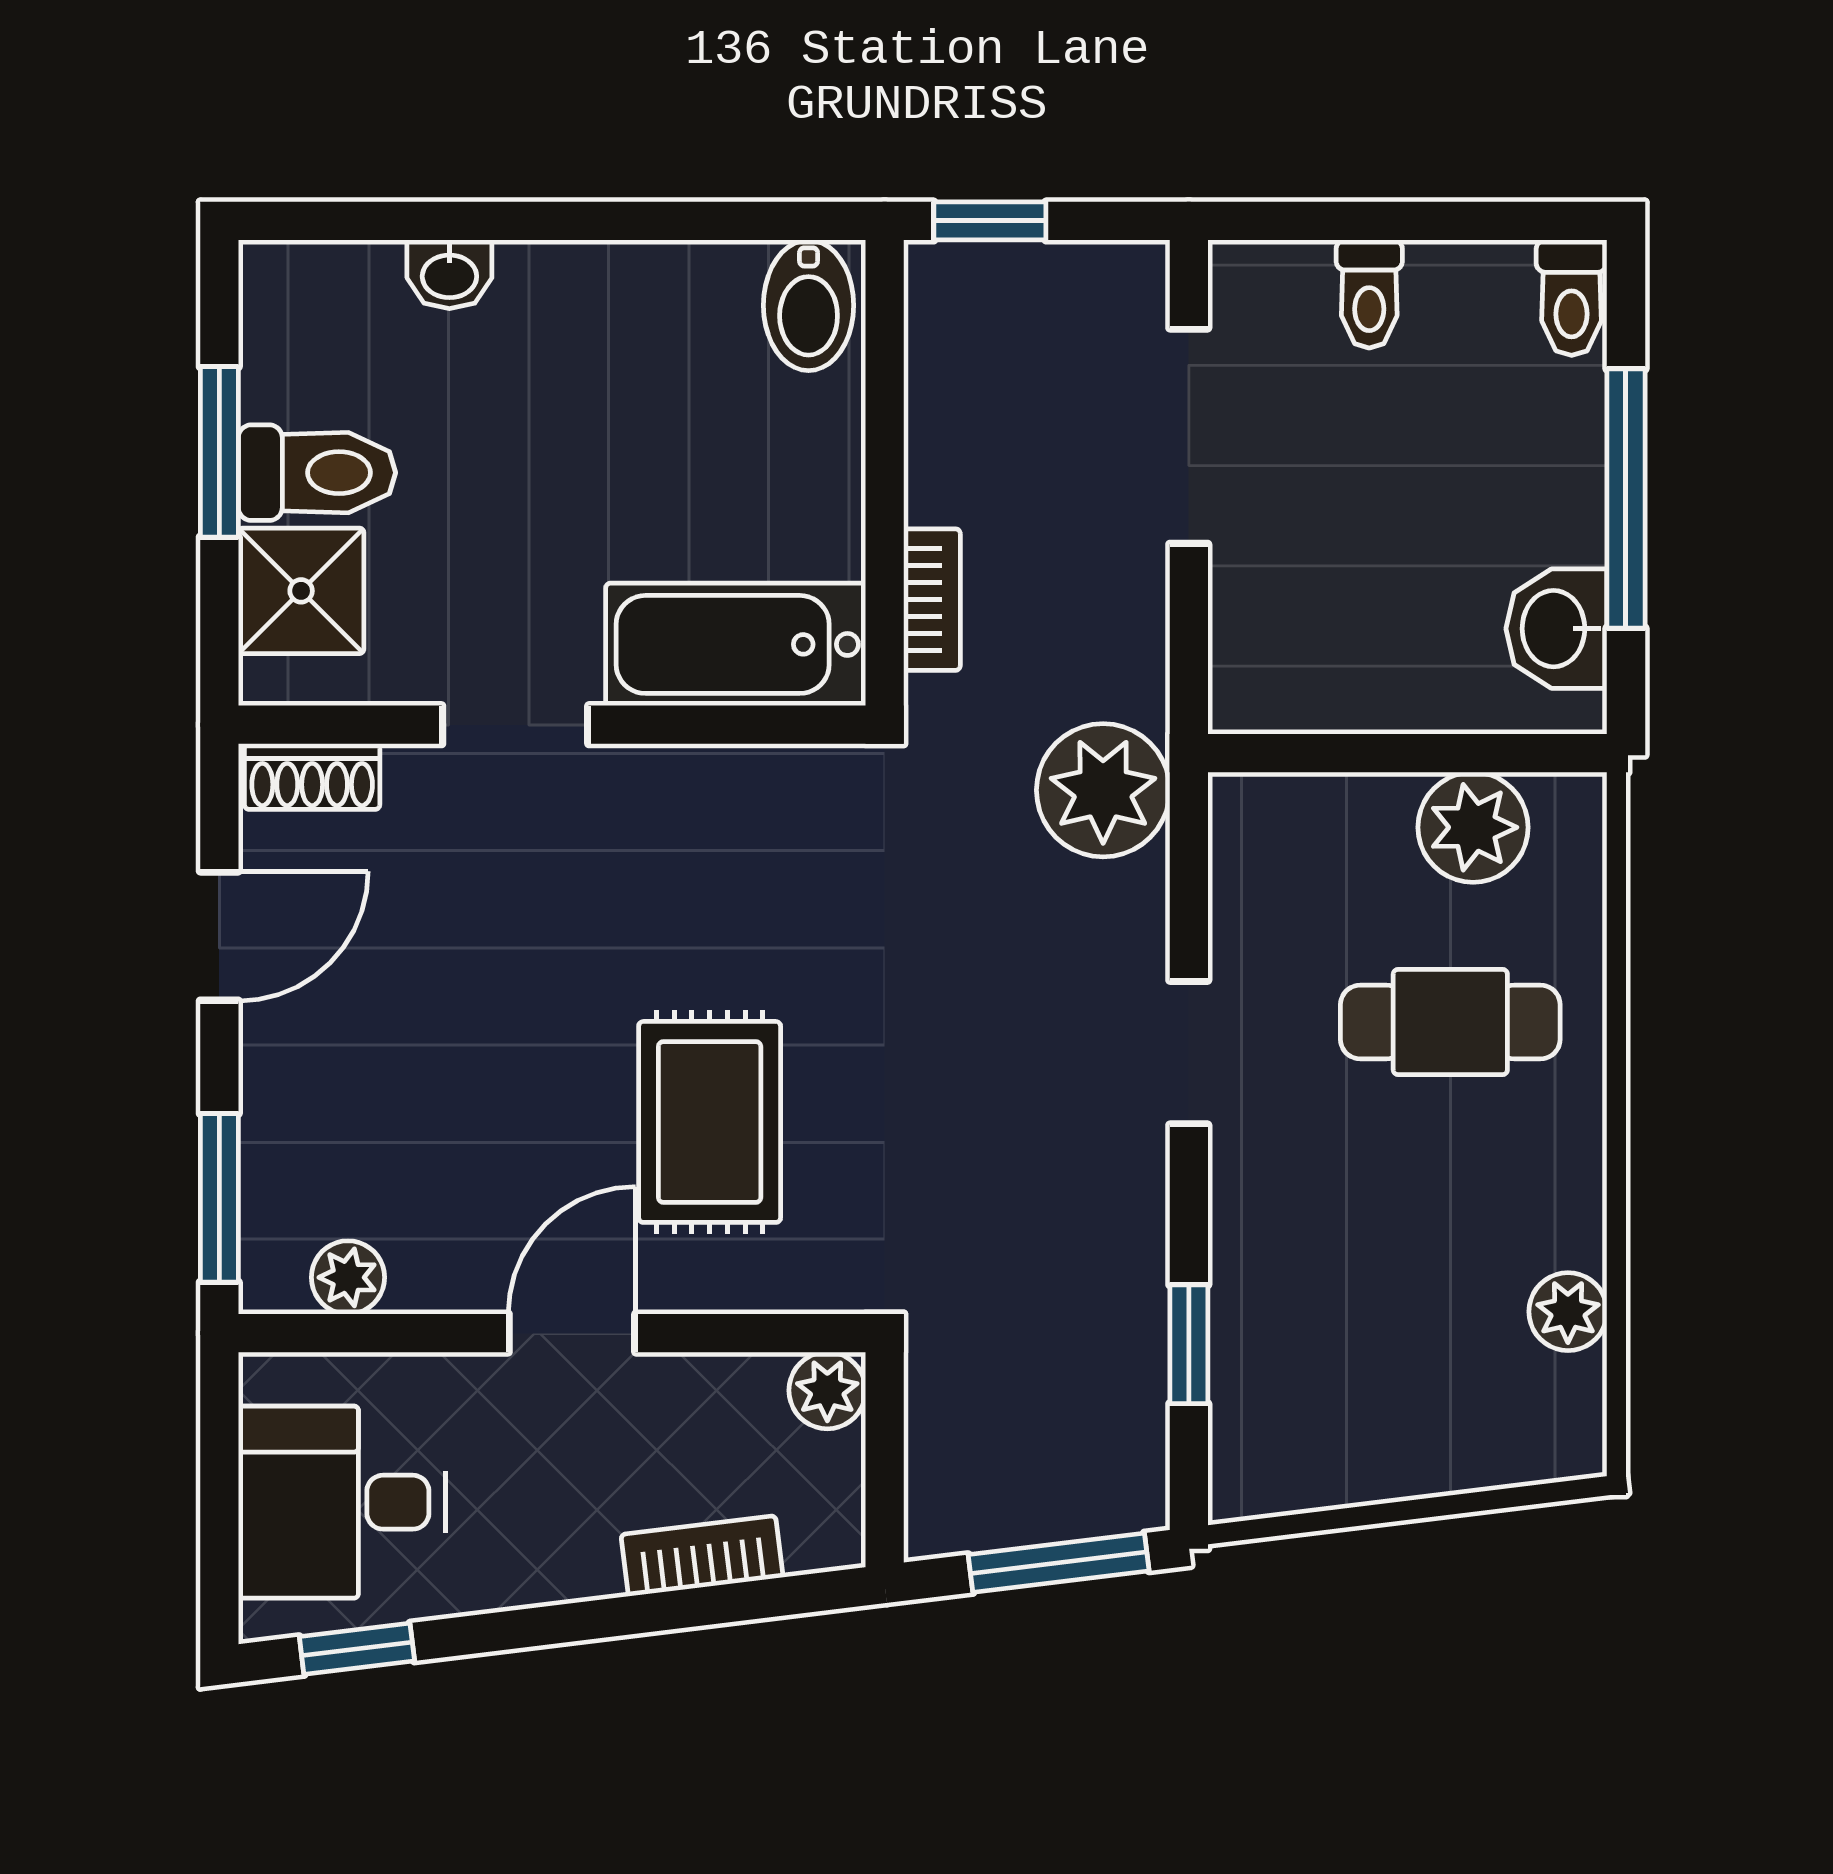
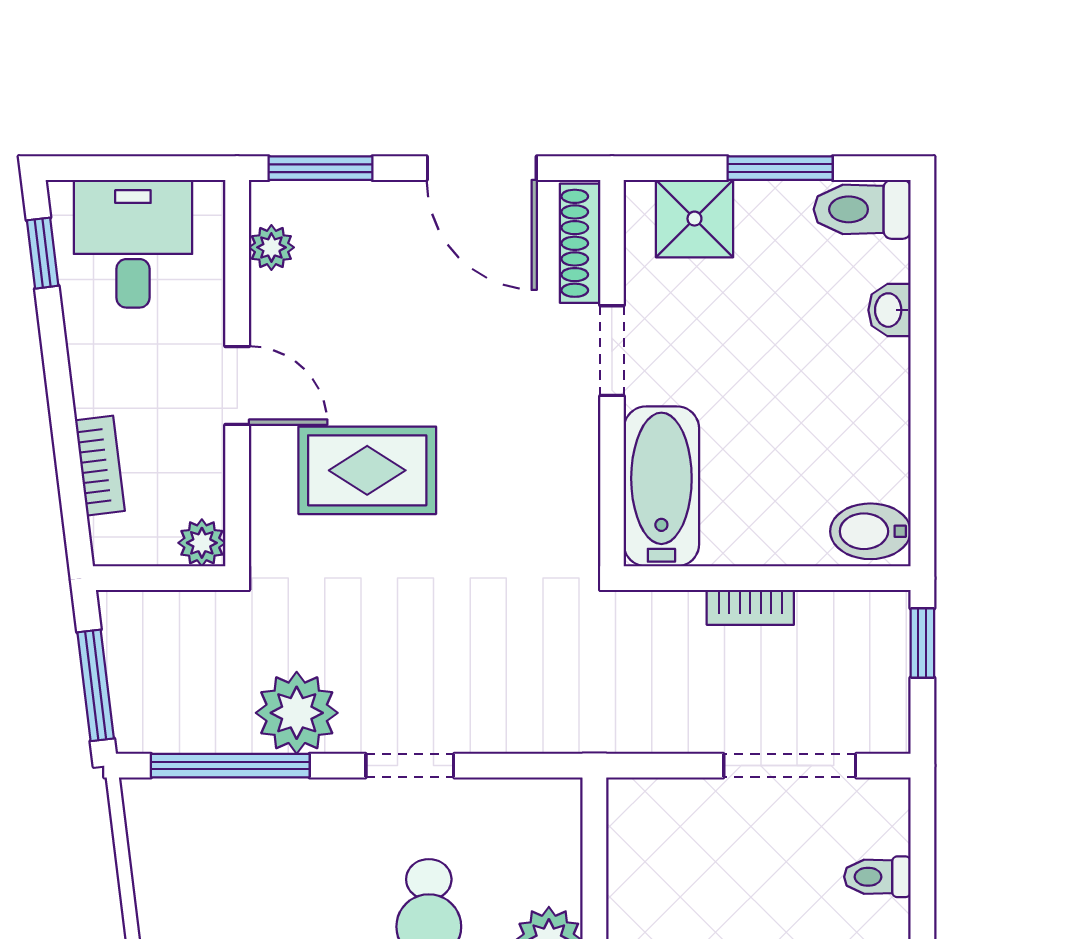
toilet: (317, 473) -> (862, 209), moved, turned 90
bookcase: (932, 600) -> (750, 607), moved
shoe rack: (312, 777) -> (580, 243), width x1.43
plant: (1103, 790) -> (297, 713), moved
door: (219, 936) -> (482, 168), width x1.38
window: (1189, 1344) -> (230, 766), width x2.17

